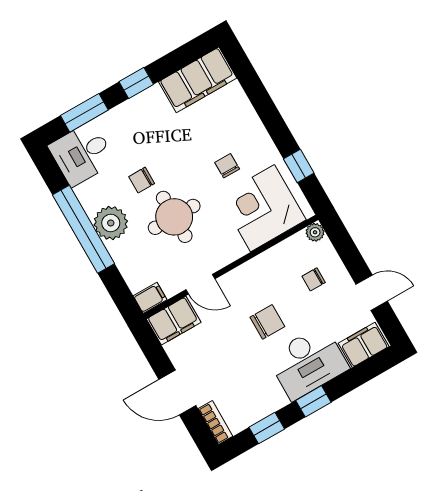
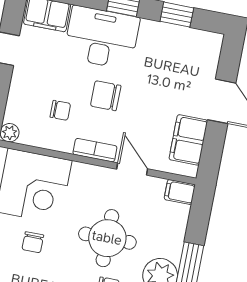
chair: (314, 279) -> (60, 110), moved
filing cabinet: (174, 321) -> (188, 140), moved, turned -90
bookcase: (215, 422) -> (95, 150), moved, turned 90

